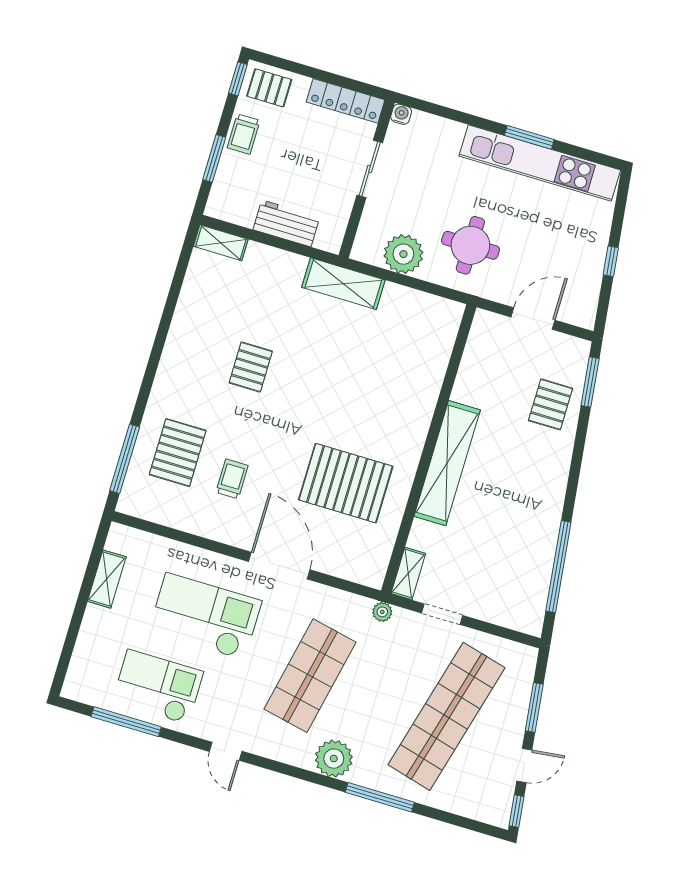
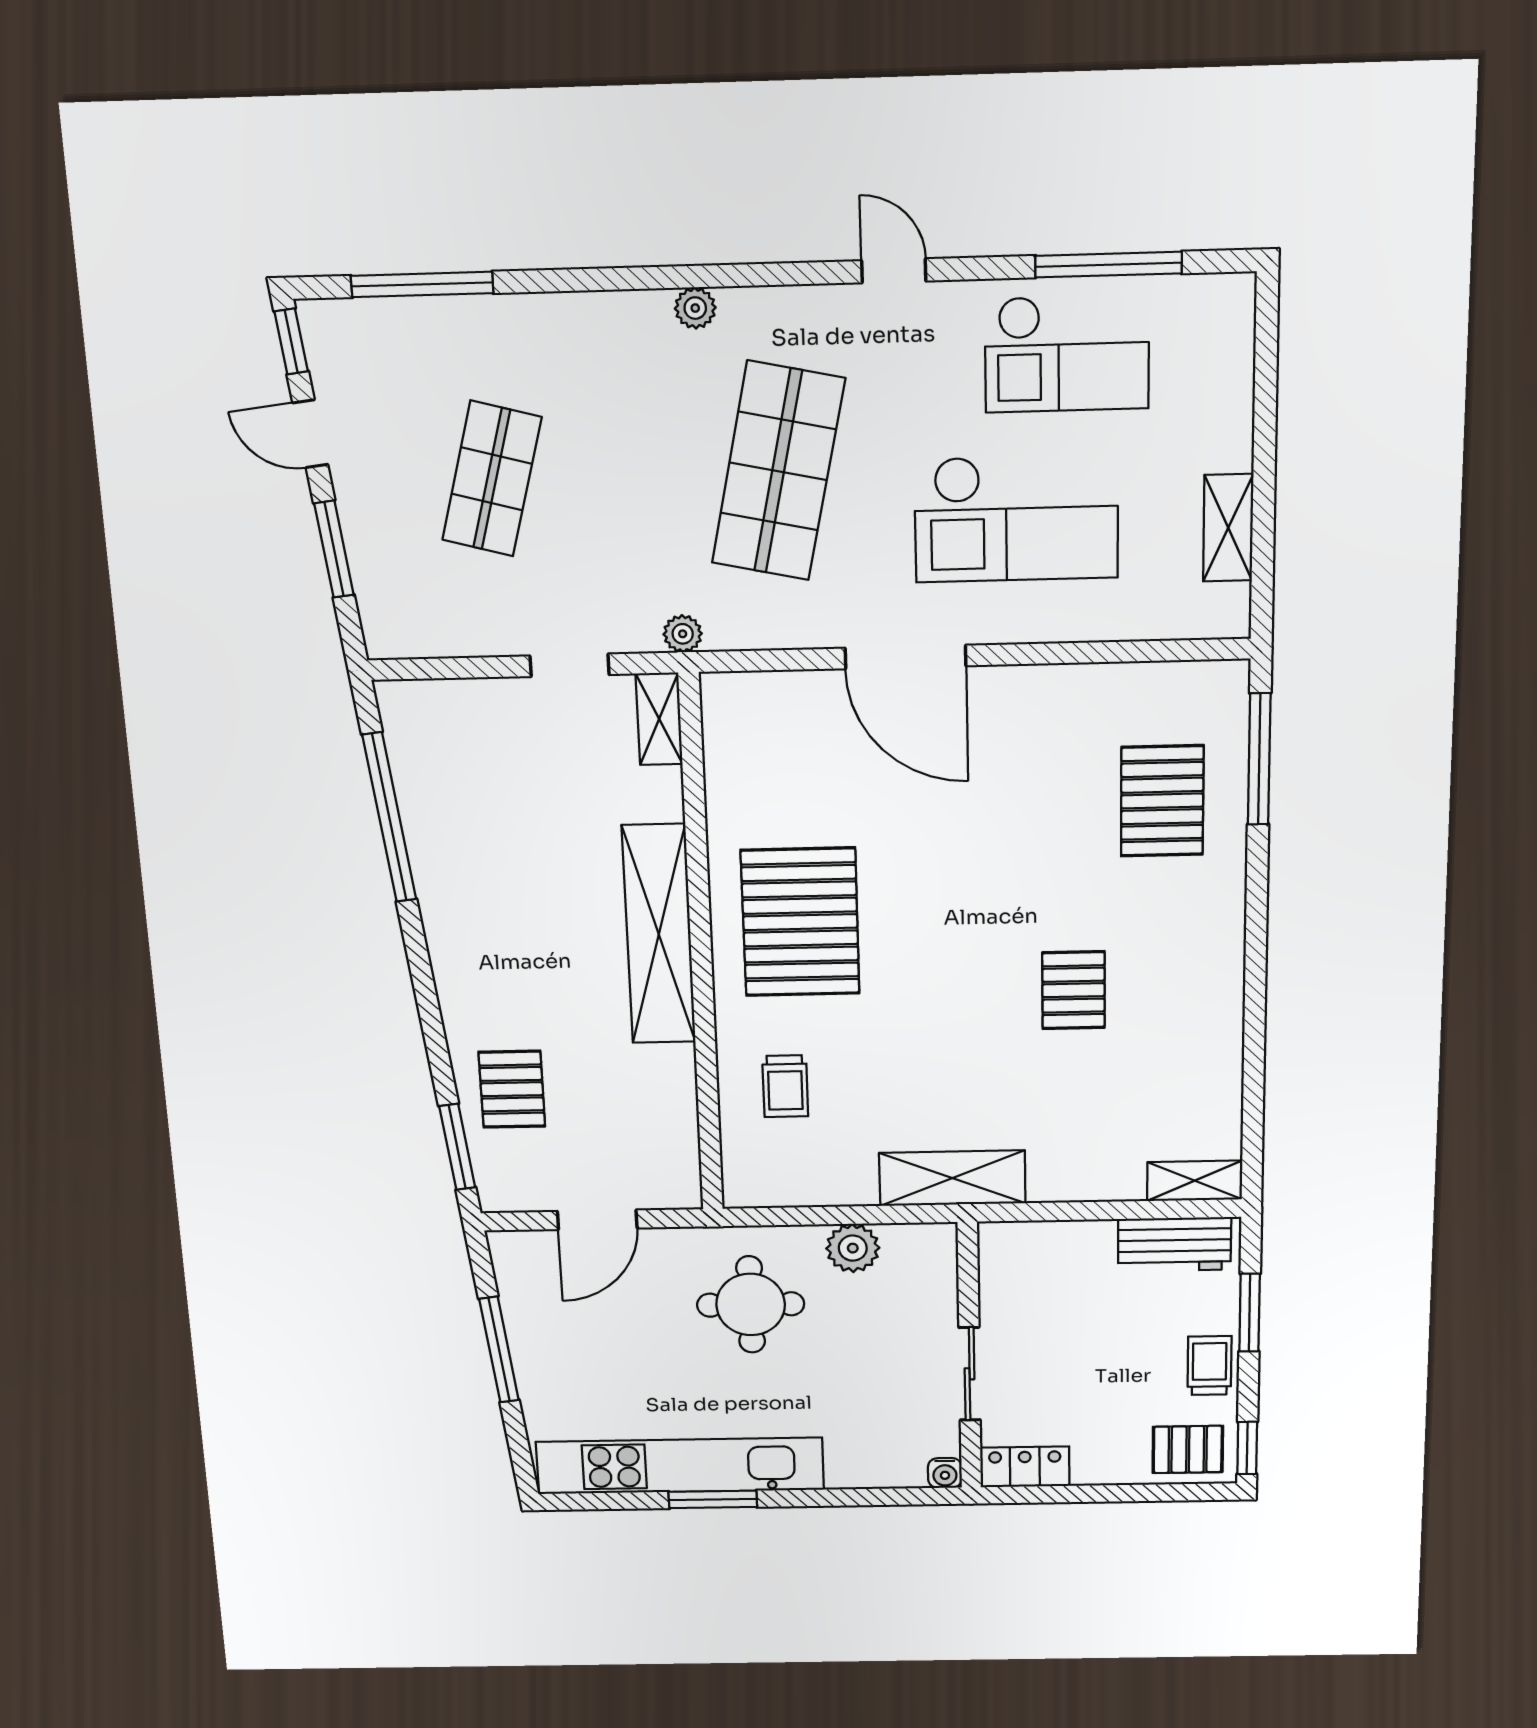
locker: (345, 101) -> (1025, 1467), width x0.66
workbench: (286, 223) -> (1174, 1244), moved
plant: (403, 254) -> (853, 1248), width x0.73, depth x0.73
window: (611, 261) -> (499, 1350), width x2.17
trolley: (232, 479) -> (785, 1086), moved
pallet: (346, 483) -> (800, 922), moved, turned 90
shop shelf: (446, 716) -> (492, 479), width x0.50, depth x0.74
plant: (334, 759) -> (695, 308), width x0.53, depth x0.53
door: (524, 766) -> (310, 434), hinge flipped
window: (380, 797) -> (422, 284), moved

